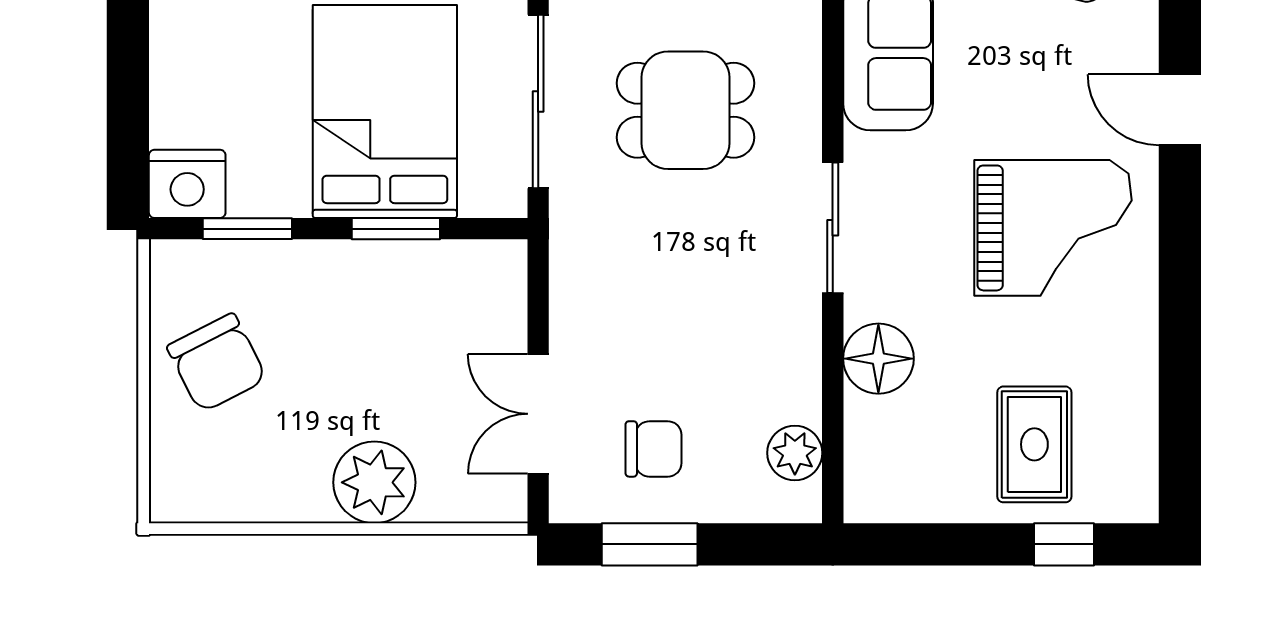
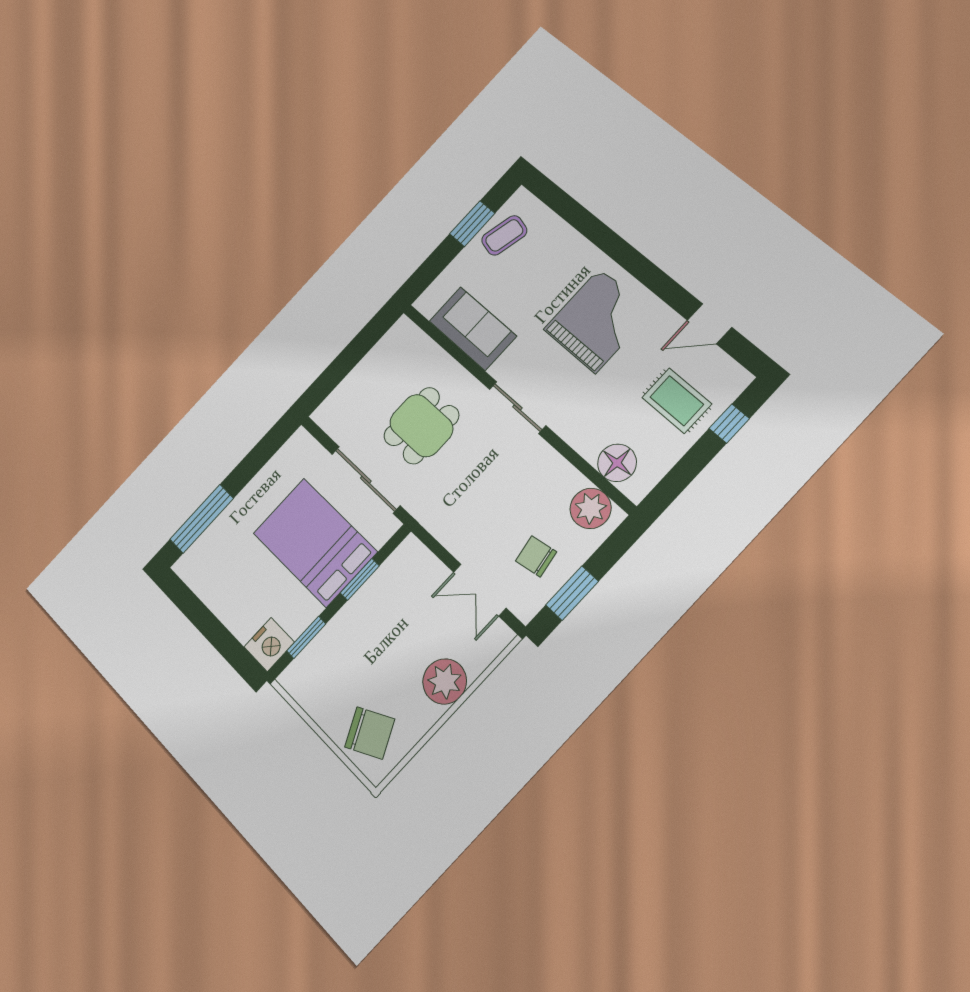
door: (1180, 110) -> (710, 324), moved
floor lamp: (878, 359) -> (617, 463), moved
chair: (217, 363) -> (370, 733), moved
chair: (654, 449) -> (536, 556), turned -100
plant: (795, 453) -> (591, 508), width x1.36, depth x1.36

